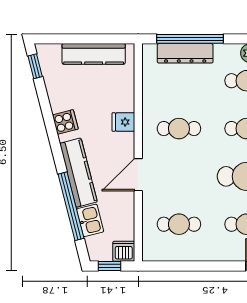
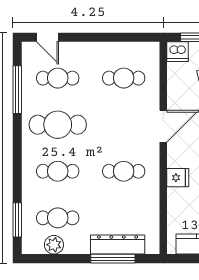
window: (190, 39) -> (113, 259), width x0.68

